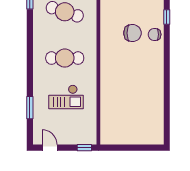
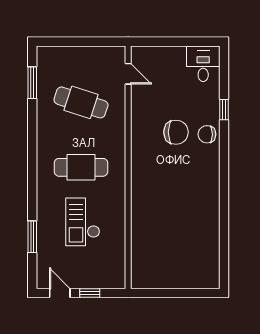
checkout: (66, 97) -> (83, 222), turned 90
window: (84, 148) -> (90, 293), moved

